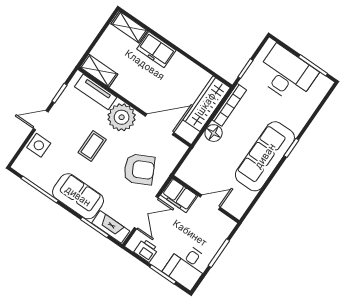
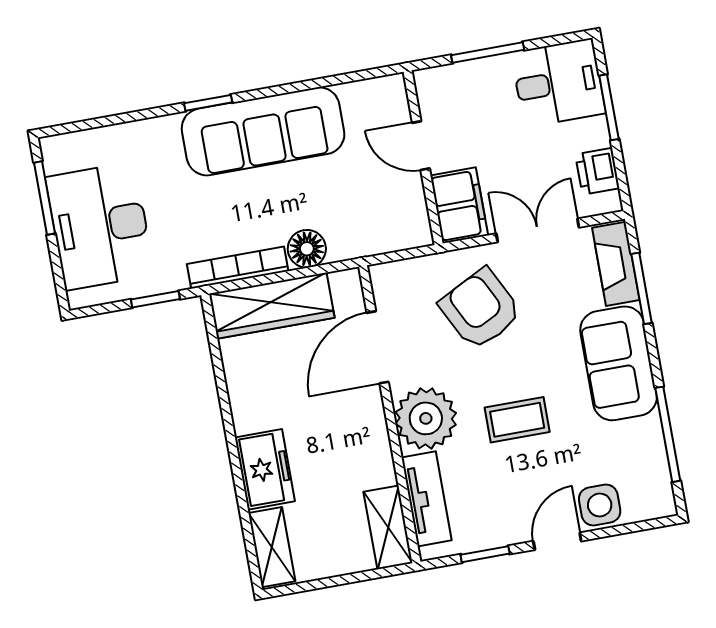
door: (41, 120) -> (557, 541), swing flipped
door: (160, 124) -> (378, 347), hinge flipped

